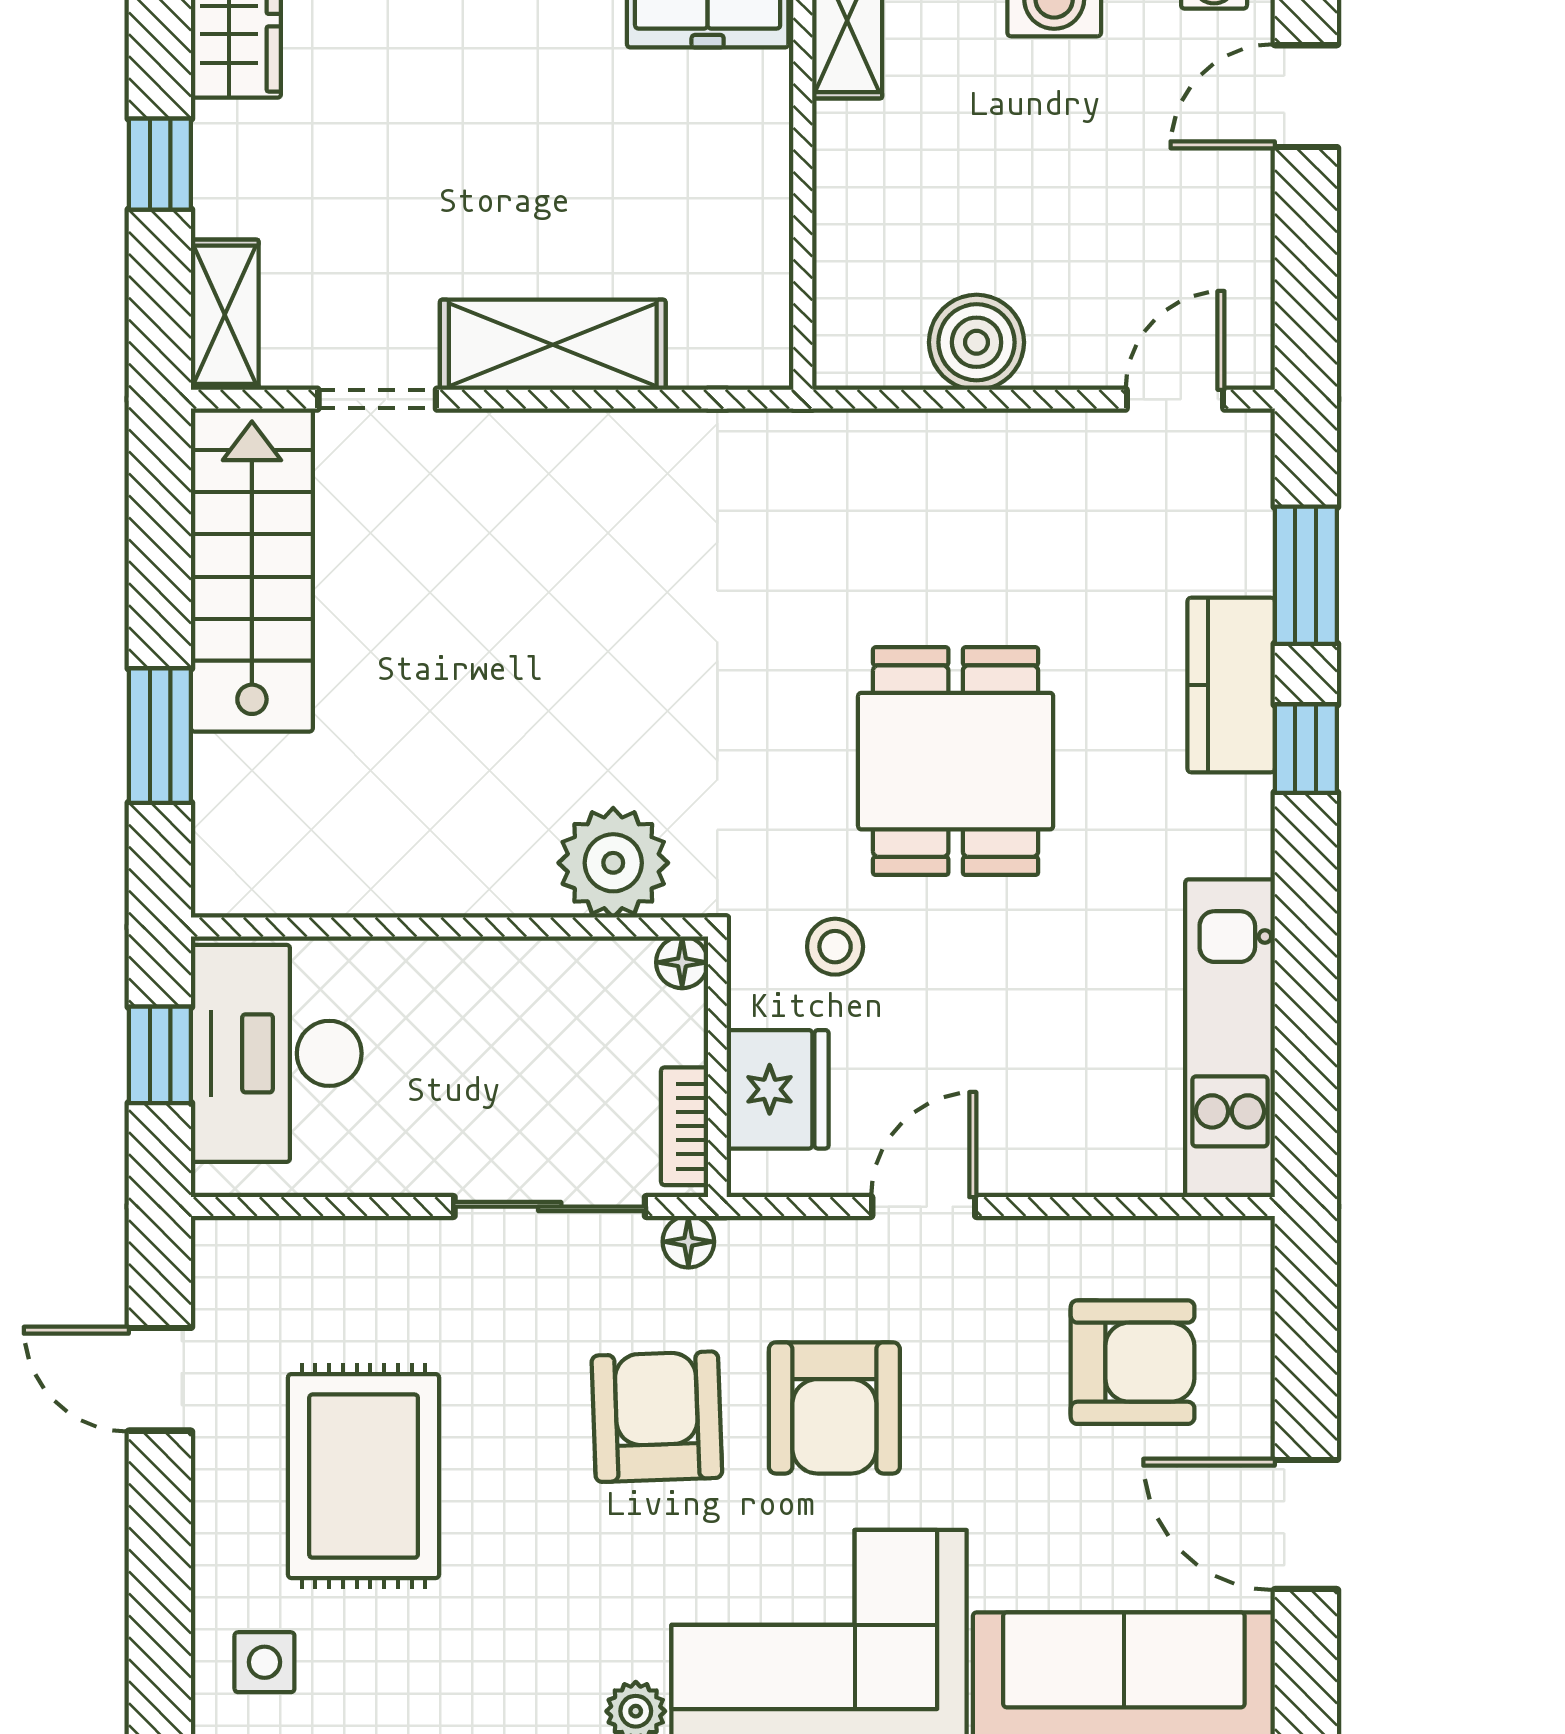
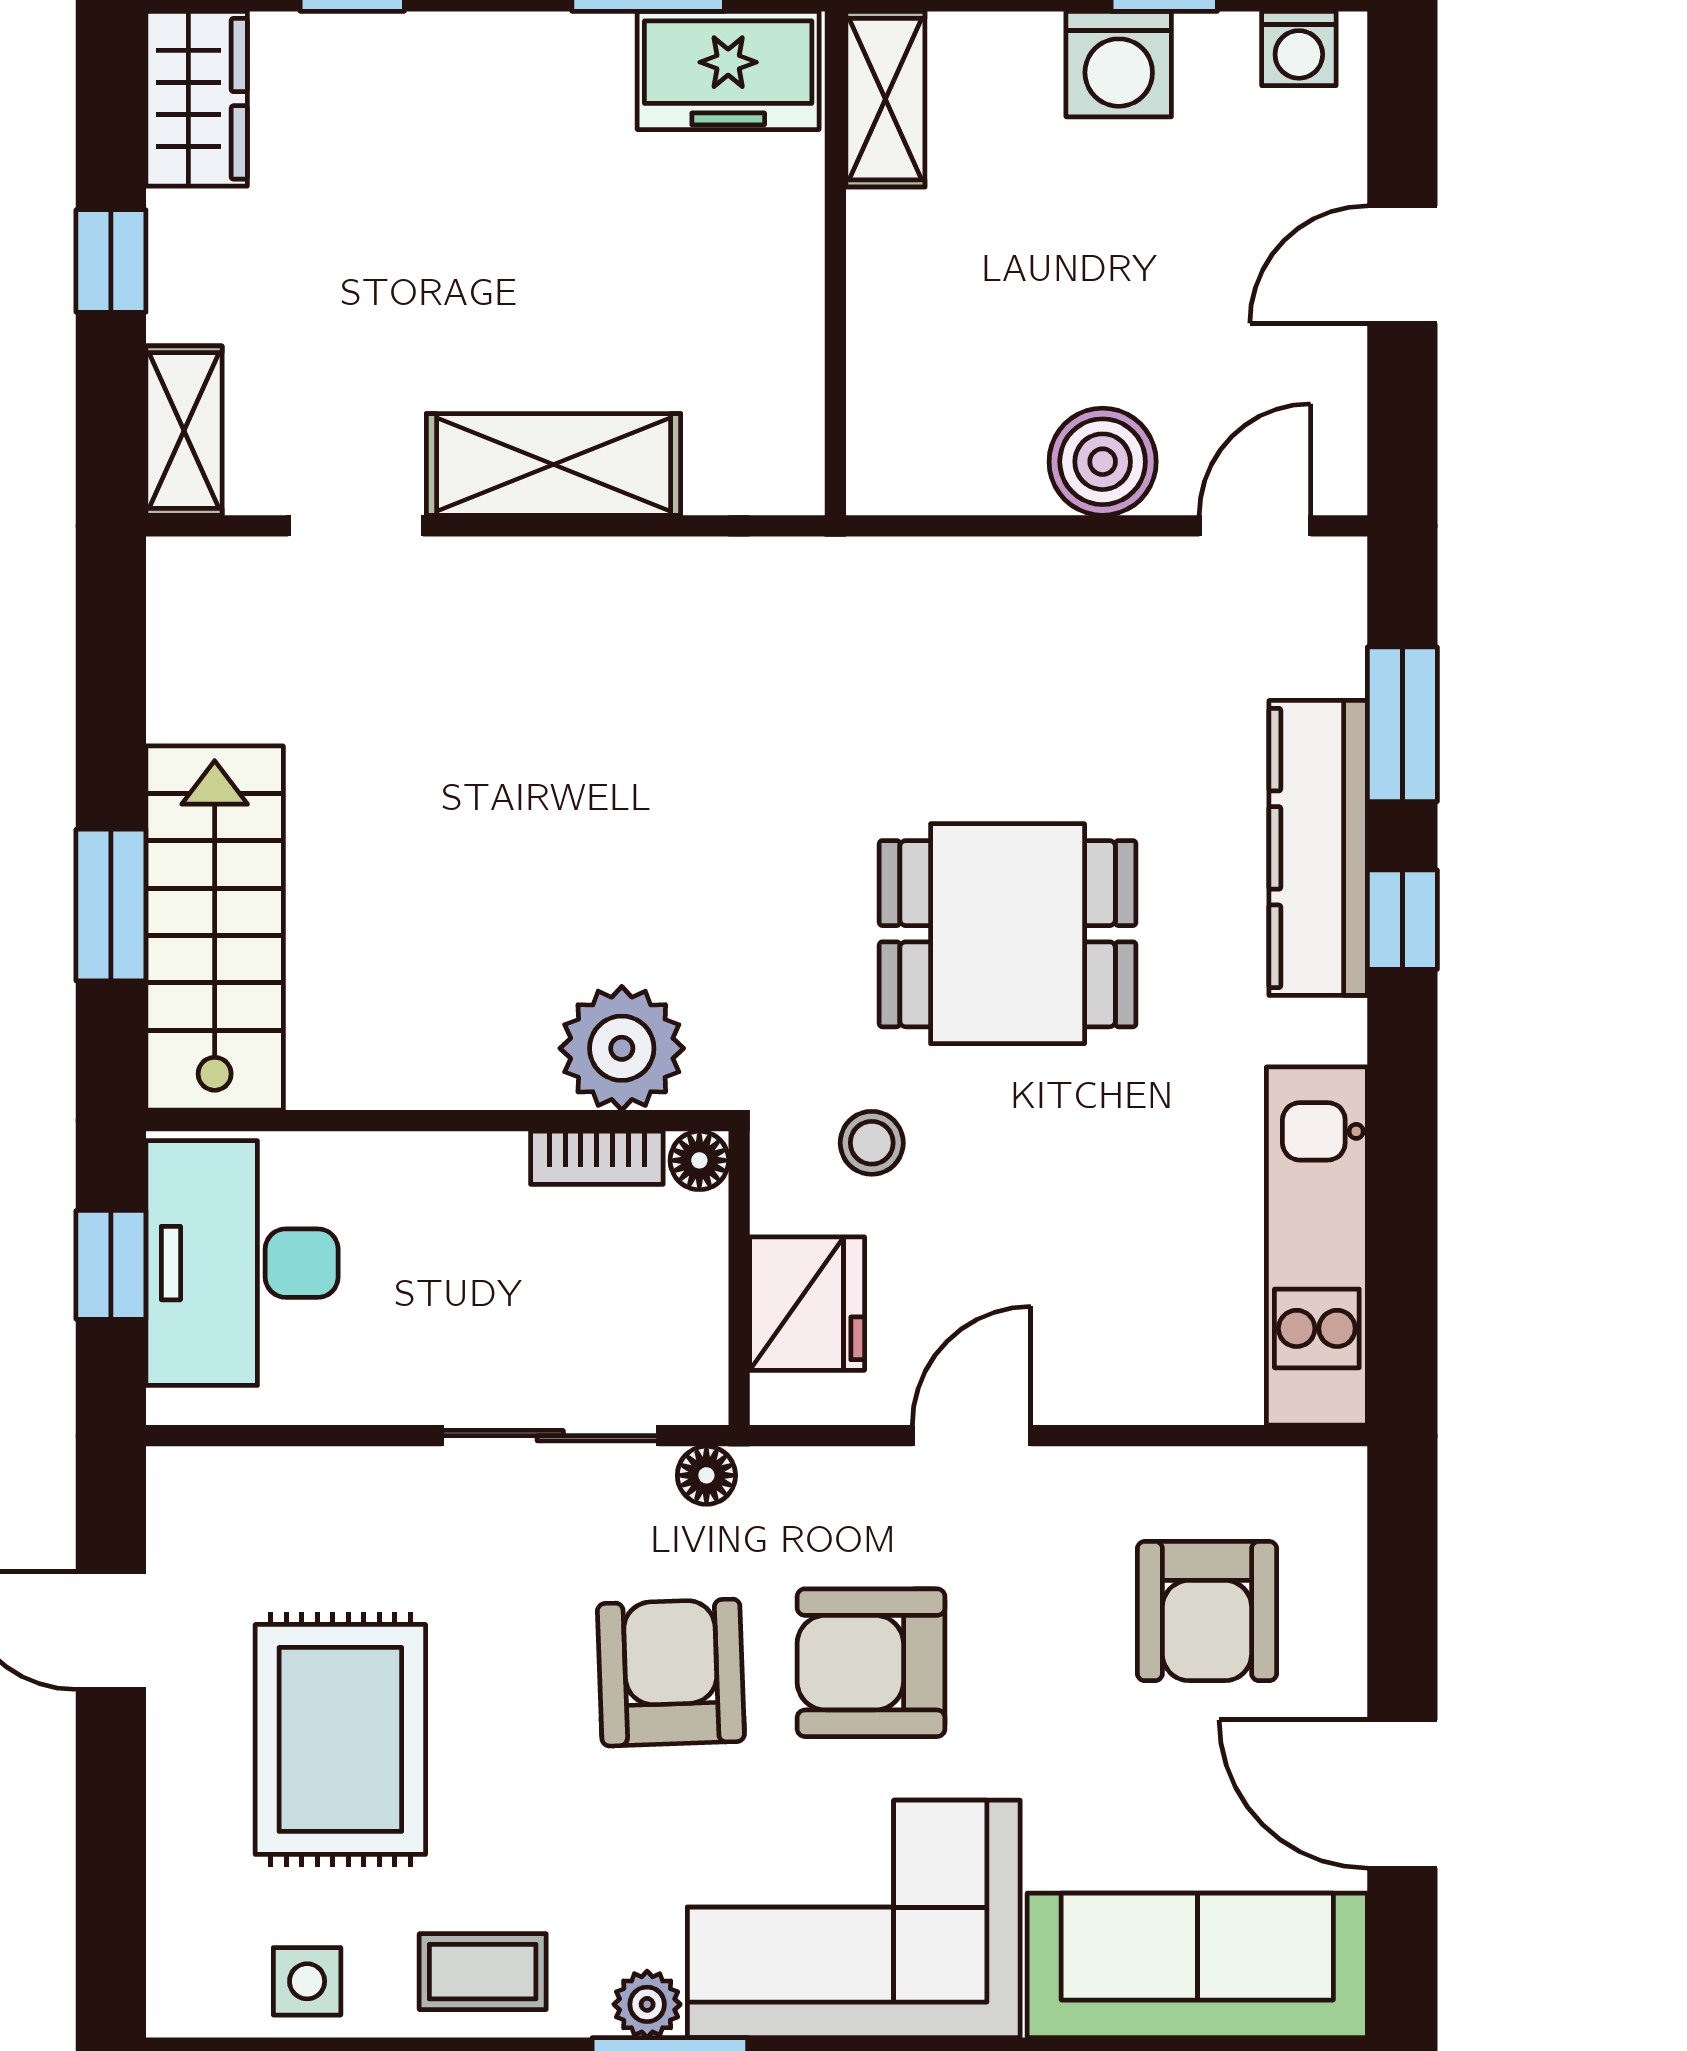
door: (1306, 96) -> (1402, 265), moved
boiler: (977, 342) -> (1103, 462), moved
stairs: (252, 570) -> (215, 928), moved
kitchen counter: (1231, 685) -> (1318, 848), width x1.50
dining table: (956, 761) -> (1008, 934), turned 90
bookcase: (684, 1126) -> (597, 1158), moved, turned -90
armchair: (1133, 1362) -> (1207, 1611), turned 90
armchair: (834, 1408) -> (871, 1663), turned 90
side table: (264, 1662) -> (307, 1981), moved
coffee table: (490, 1682) -> (483, 1972), added

